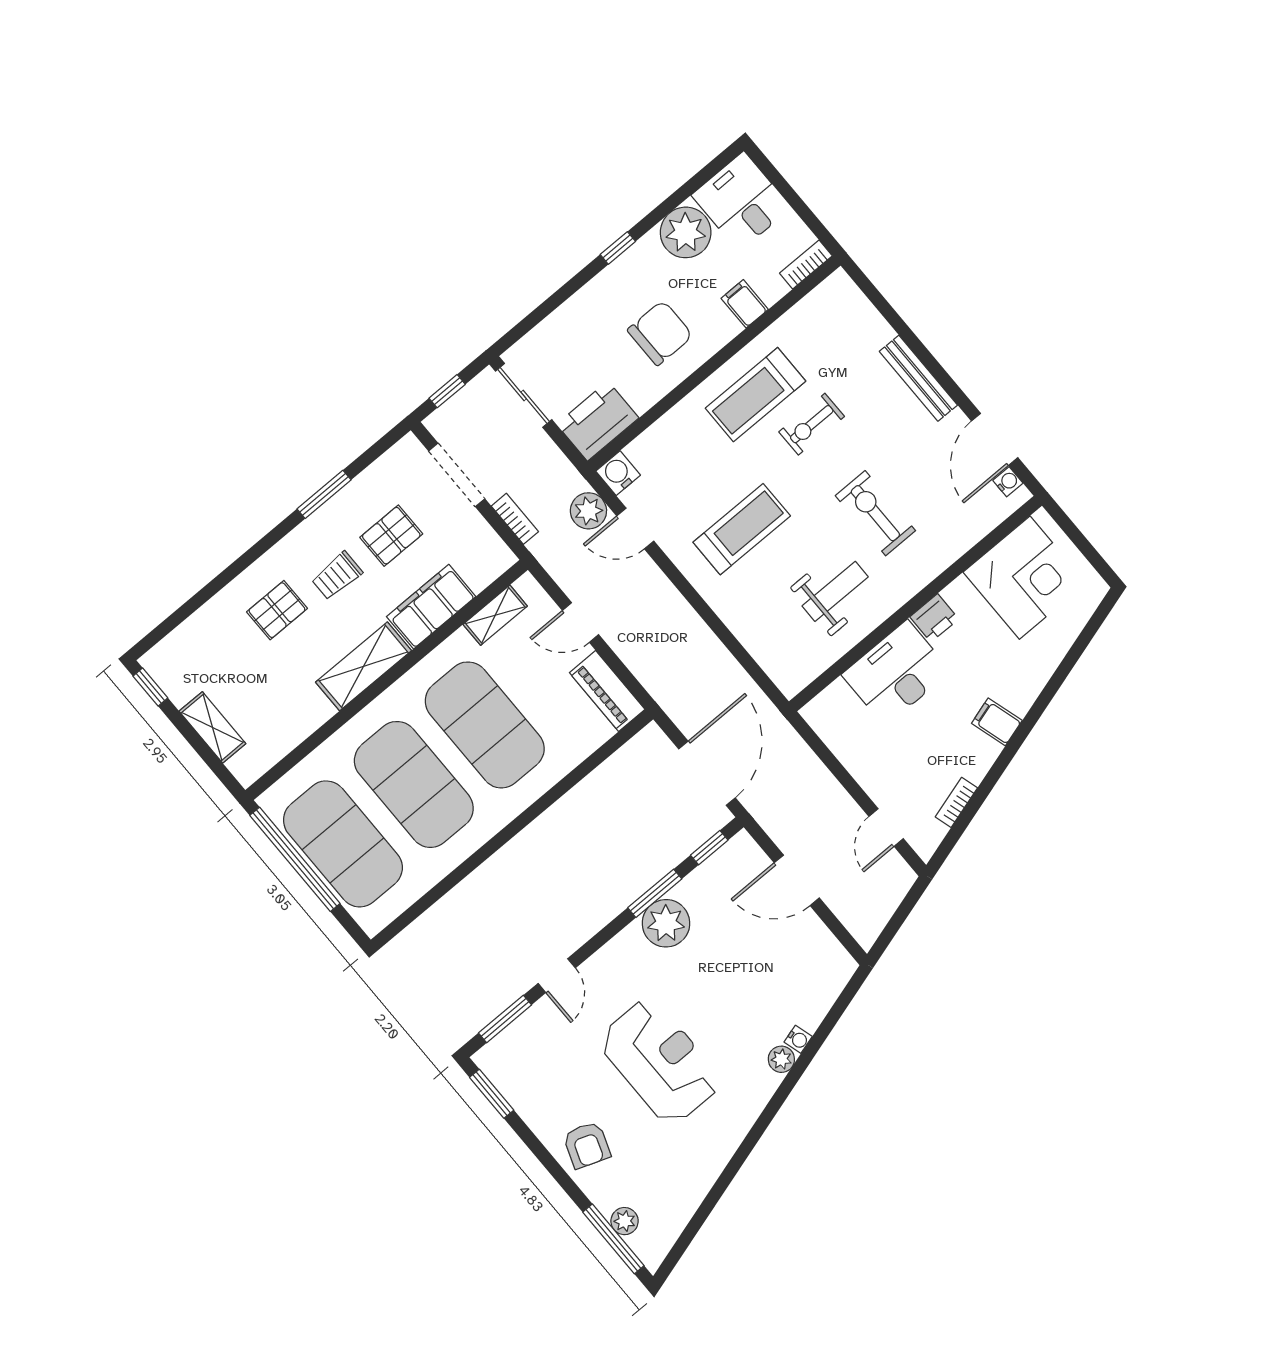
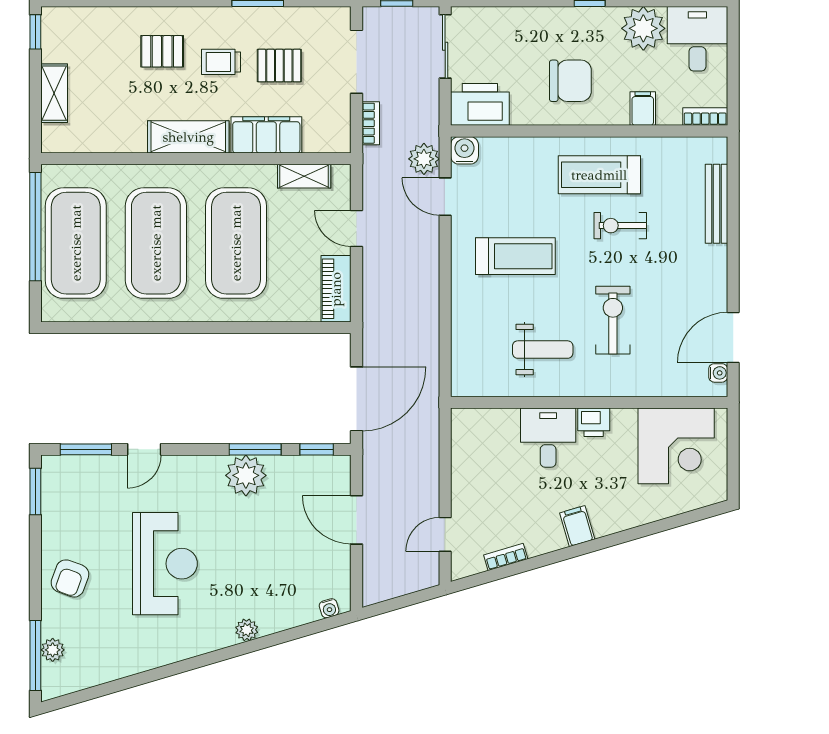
bench: (918, 378) -> (716, 204), moved
desk: (896, 673) -> (548, 438), width x0.73
water cooler: (798, 1039) -> (329, 608), moved

